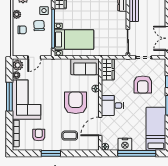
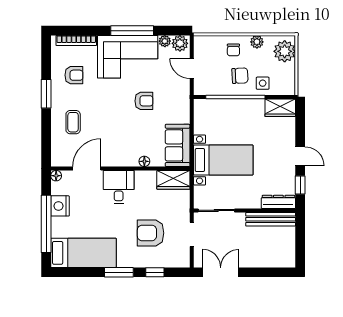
bed with nightstands: (74, 40) -> (223, 160), moved, turned -90
armchair: (76, 103) -> (144, 101), moved, width x0.53, depth x0.53
door: (100, 126) -> (87, 169), hinge flipped

